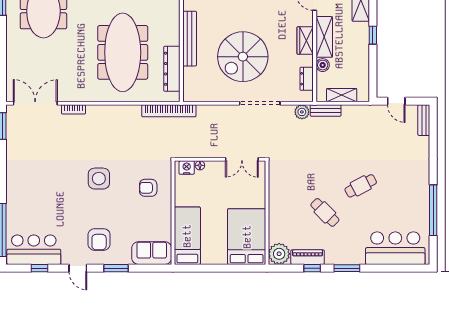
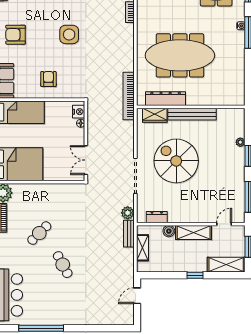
wardrobe: (305, 40) -> (155, 115), moved, turned 180
bench: (424, 120) -> (120, 320), removed
armchair: (148, 188) -> (48, 79), moved

